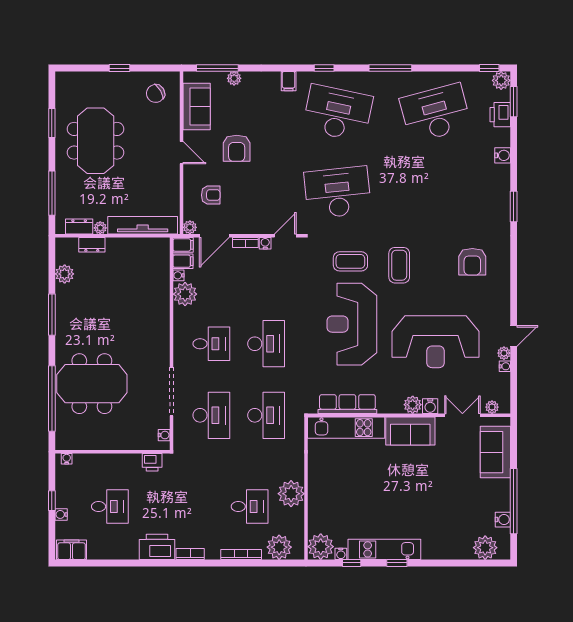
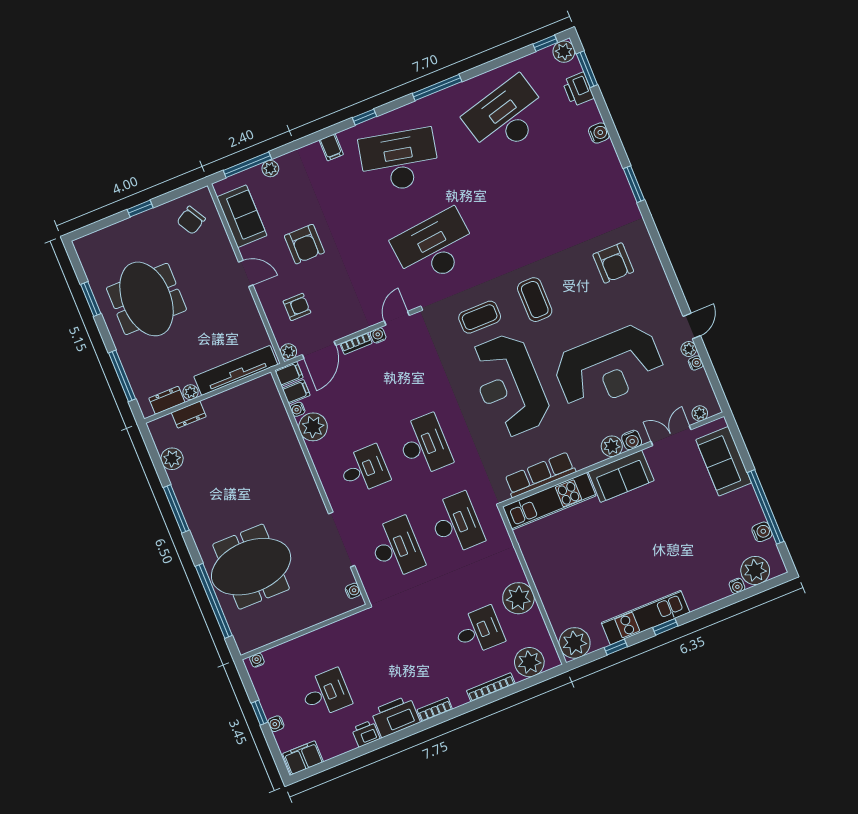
printer: (152, 462) -> (366, 734), moved, turned 180
water cooler: (341, 554) -> (737, 586), moved

